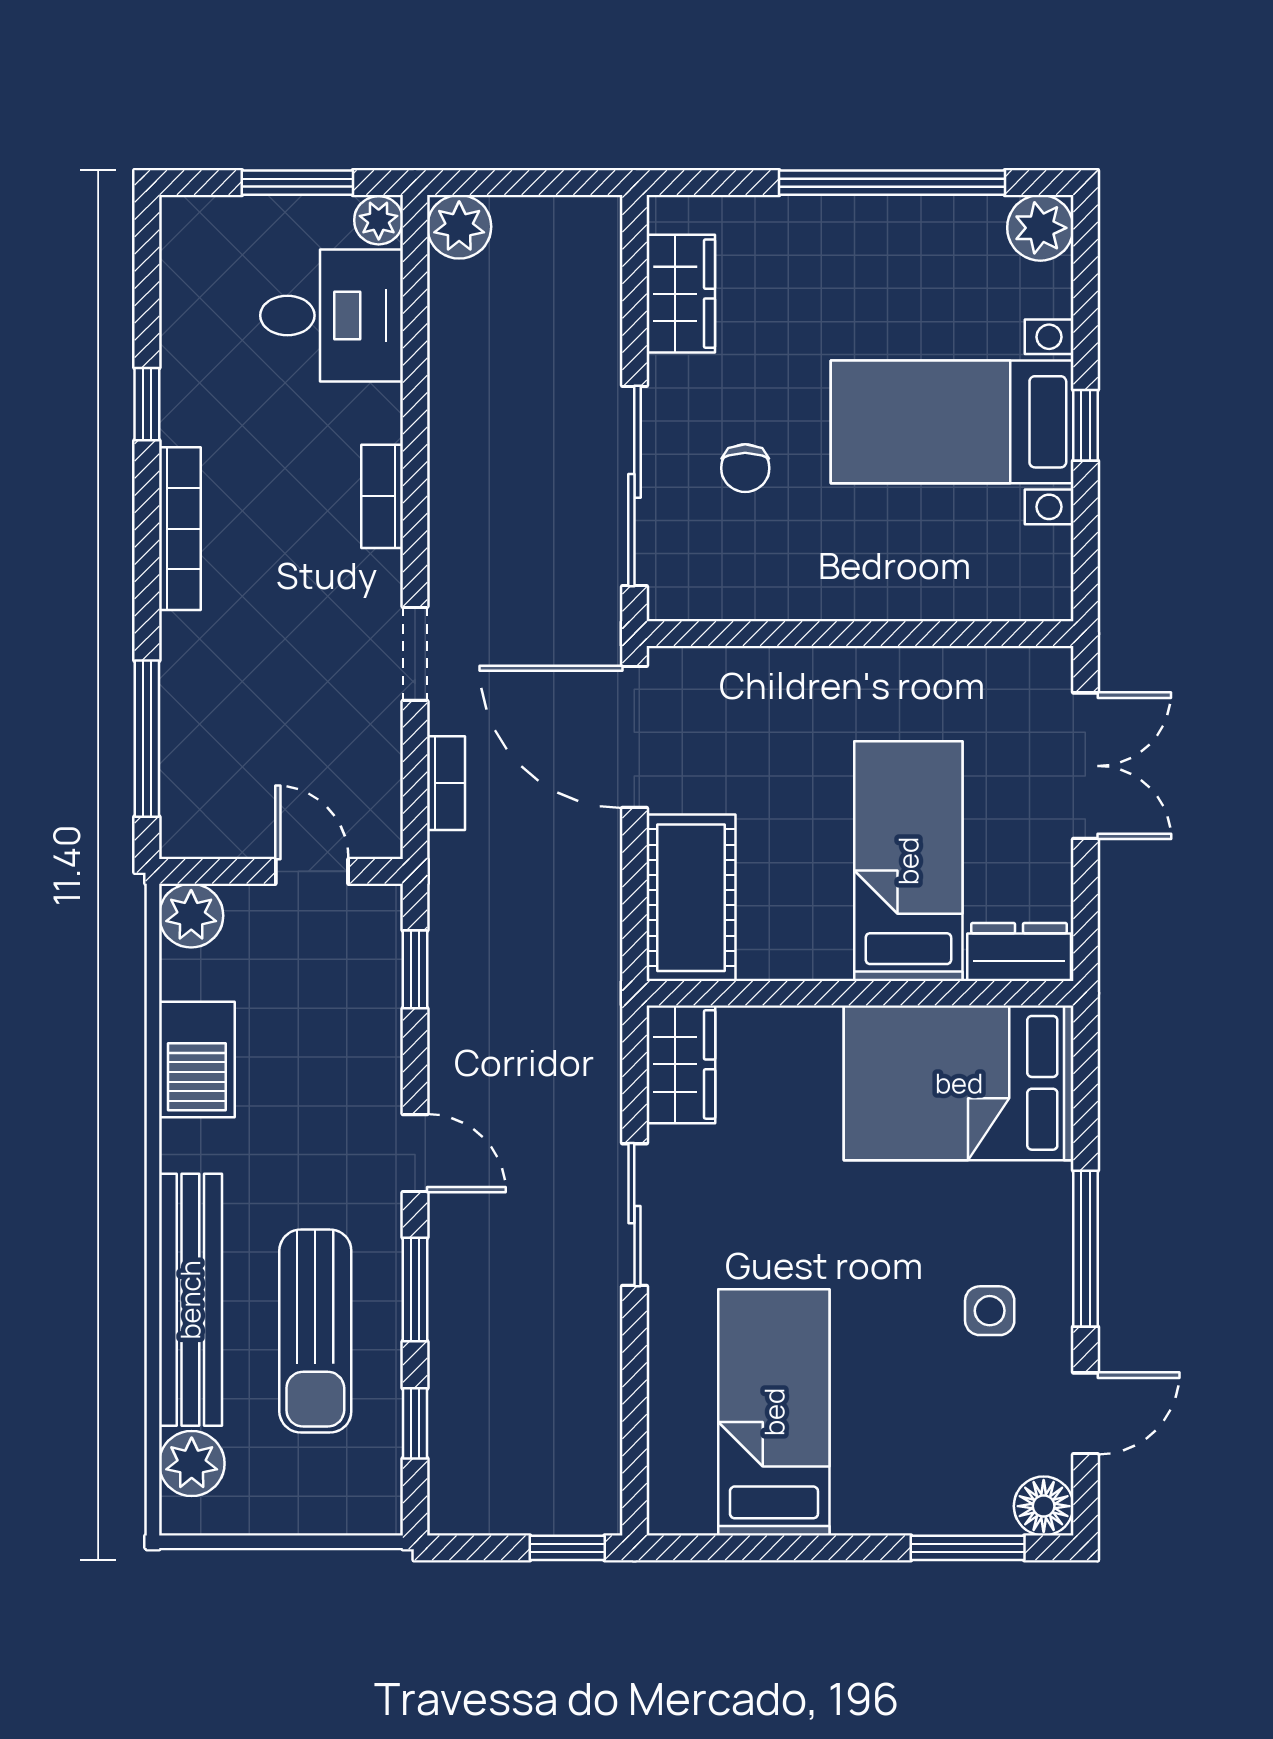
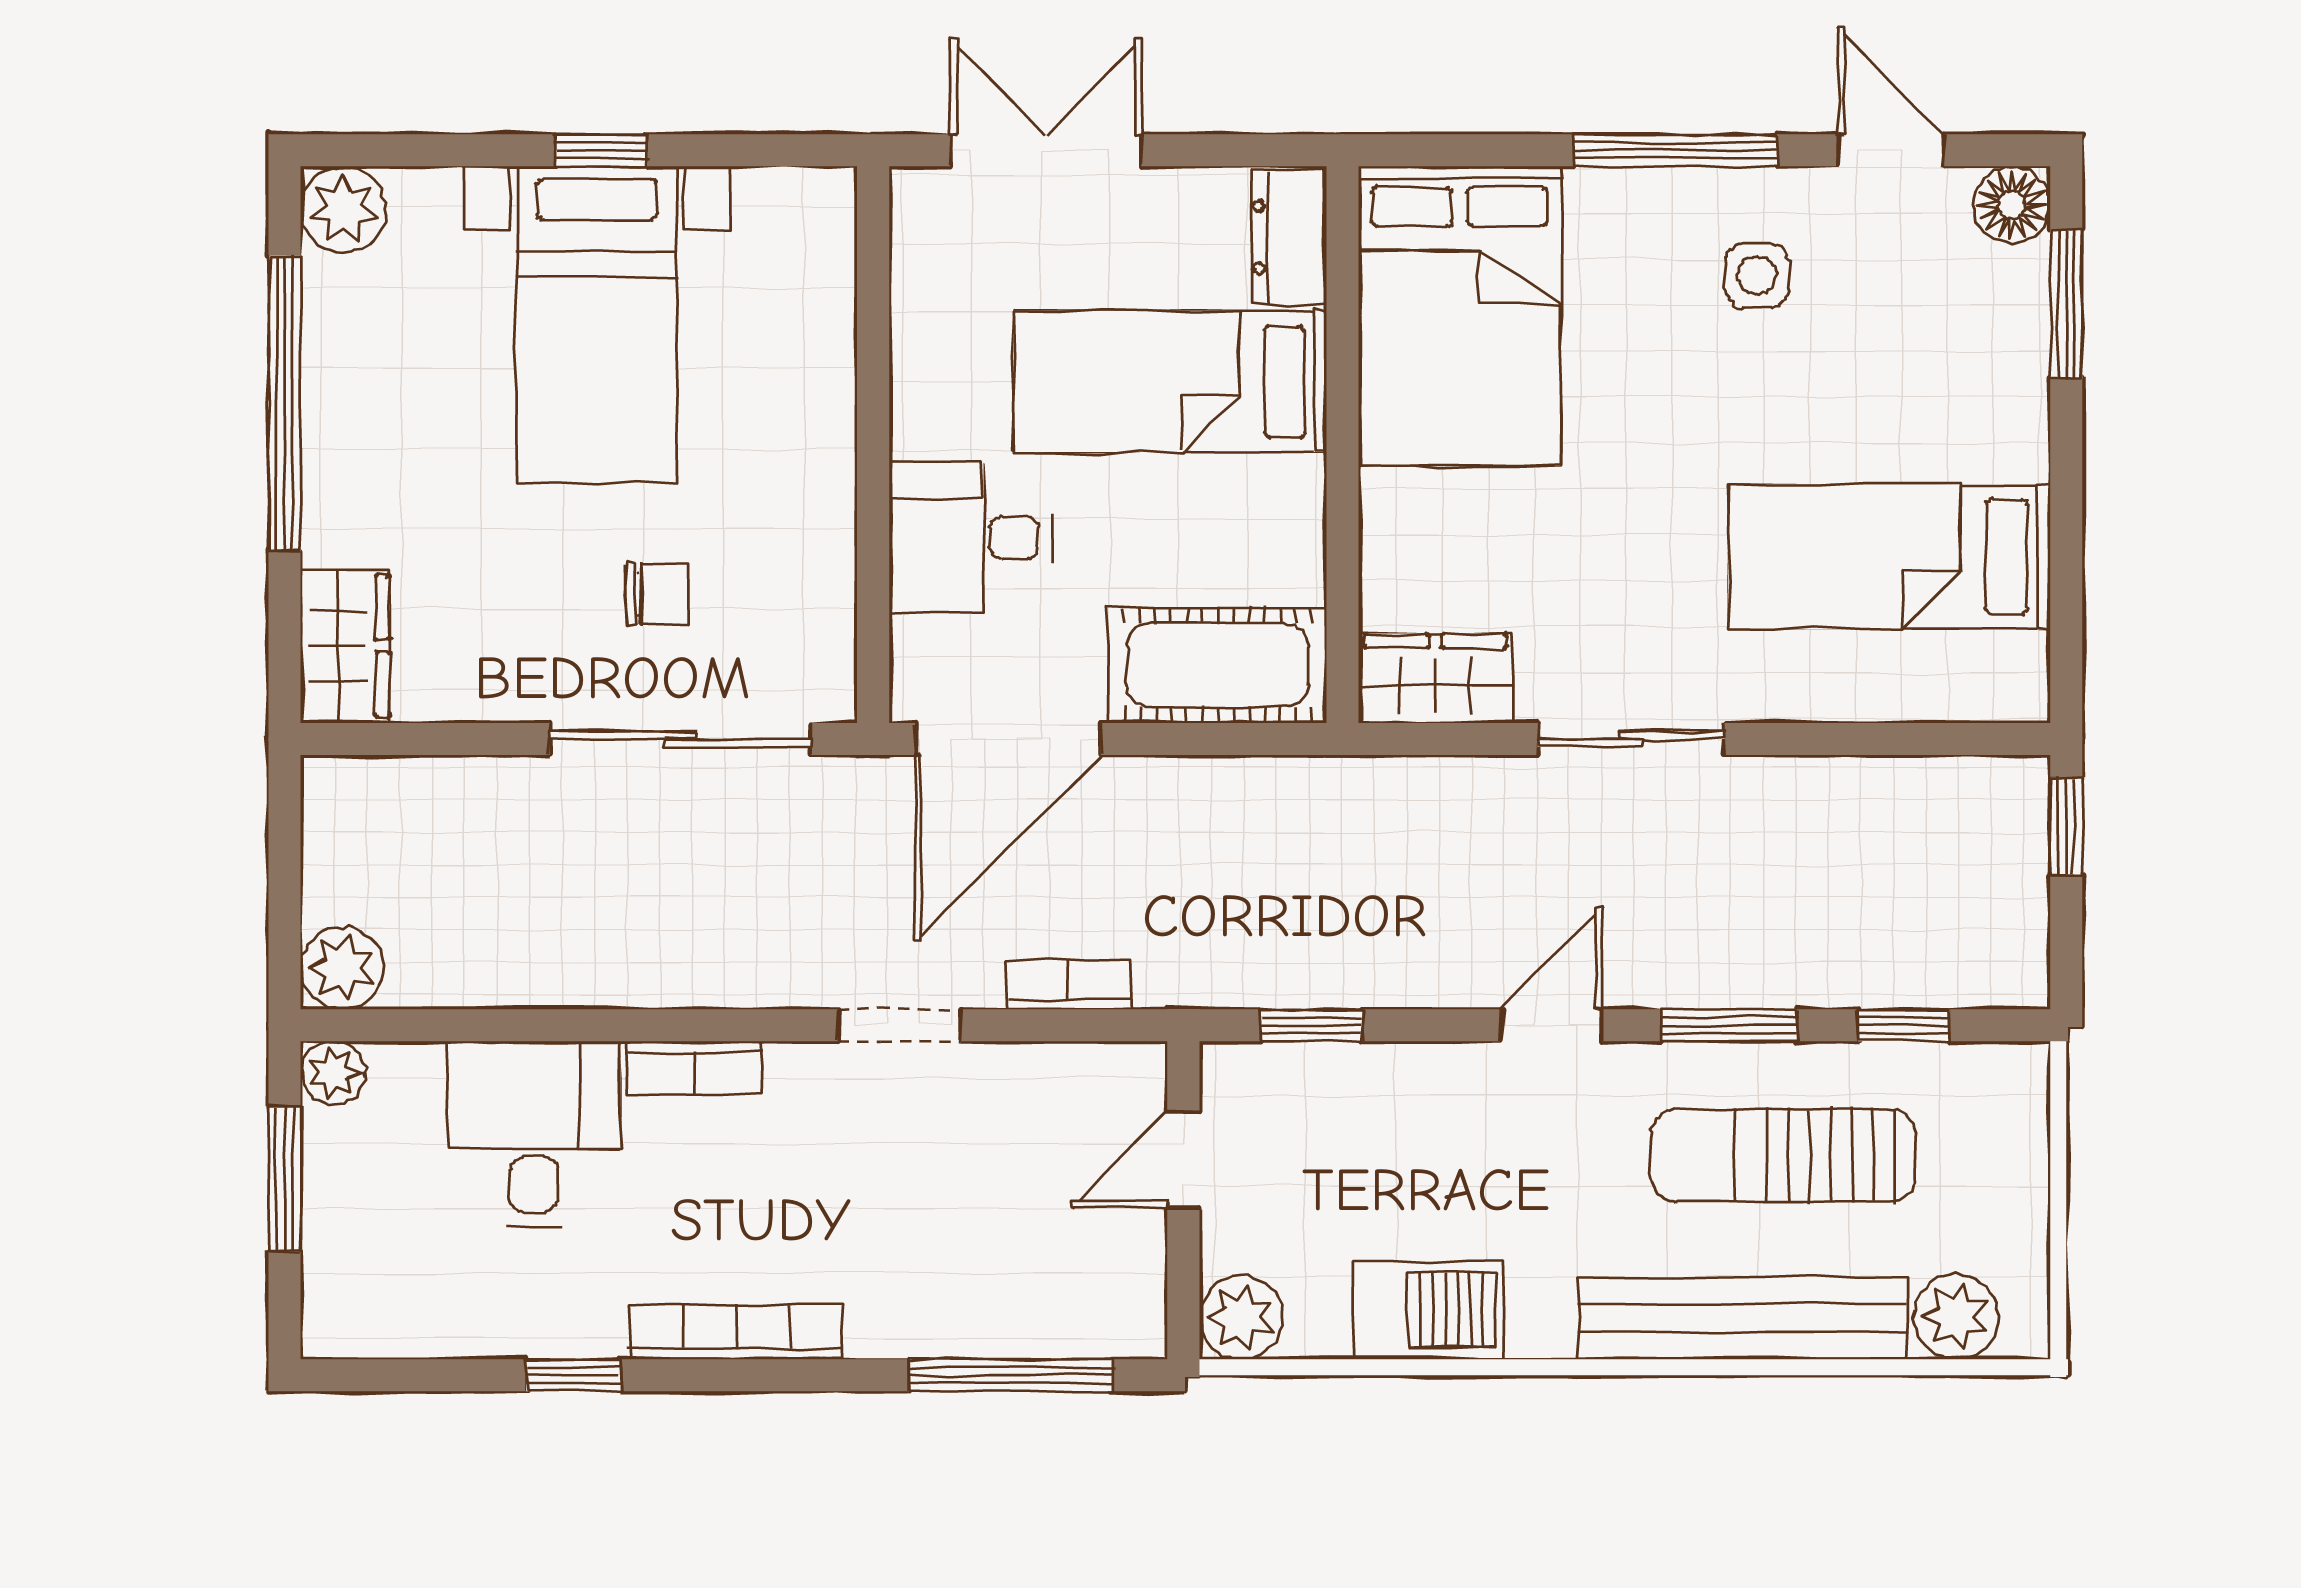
wardrobe: (681, 294) -> (345, 646), moved, turned 90
desk: (332, 315) -> (534, 1134), moved
desk: (789, 708) -> (970, 538), added
sun lounger: (315, 1331) -> (1783, 1155), turned 180

